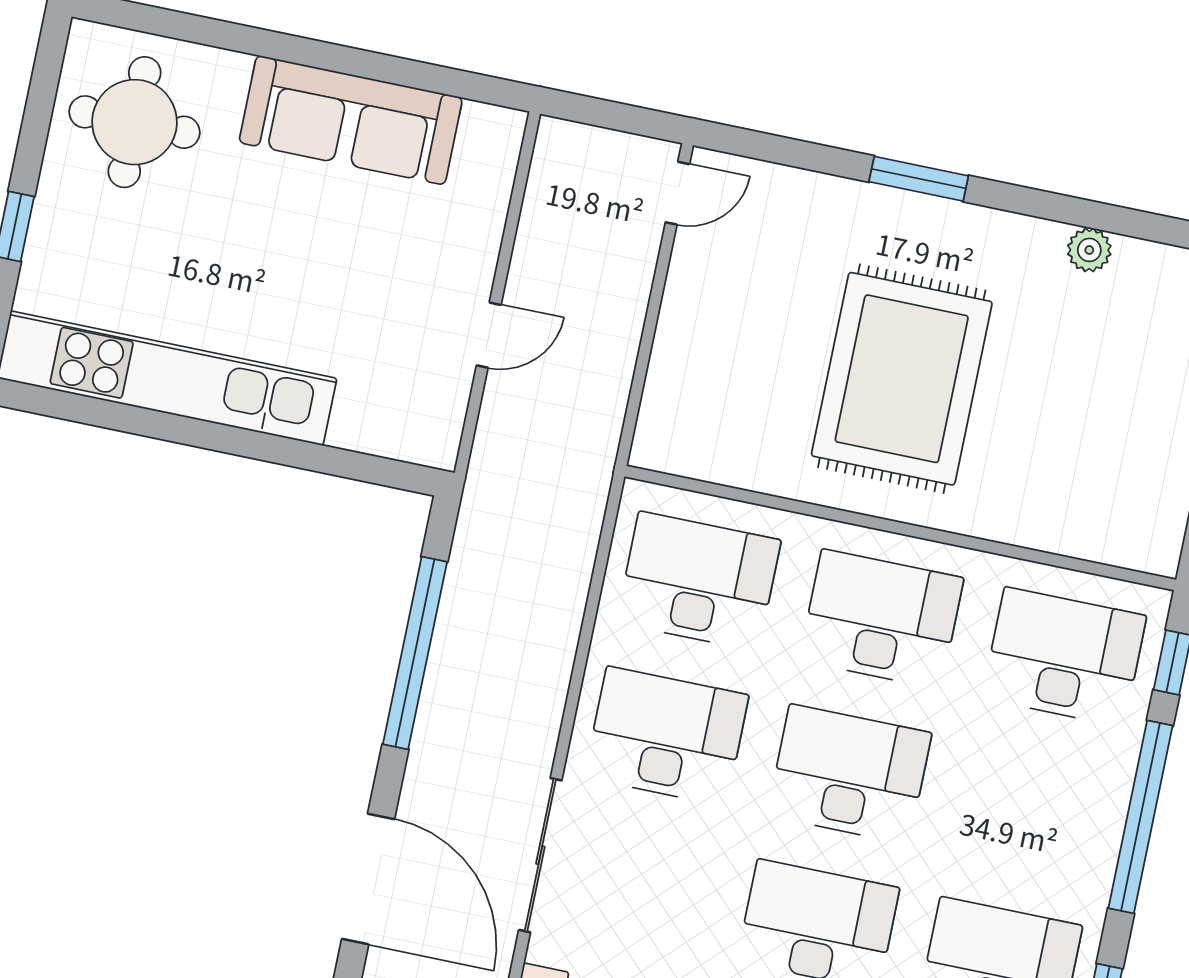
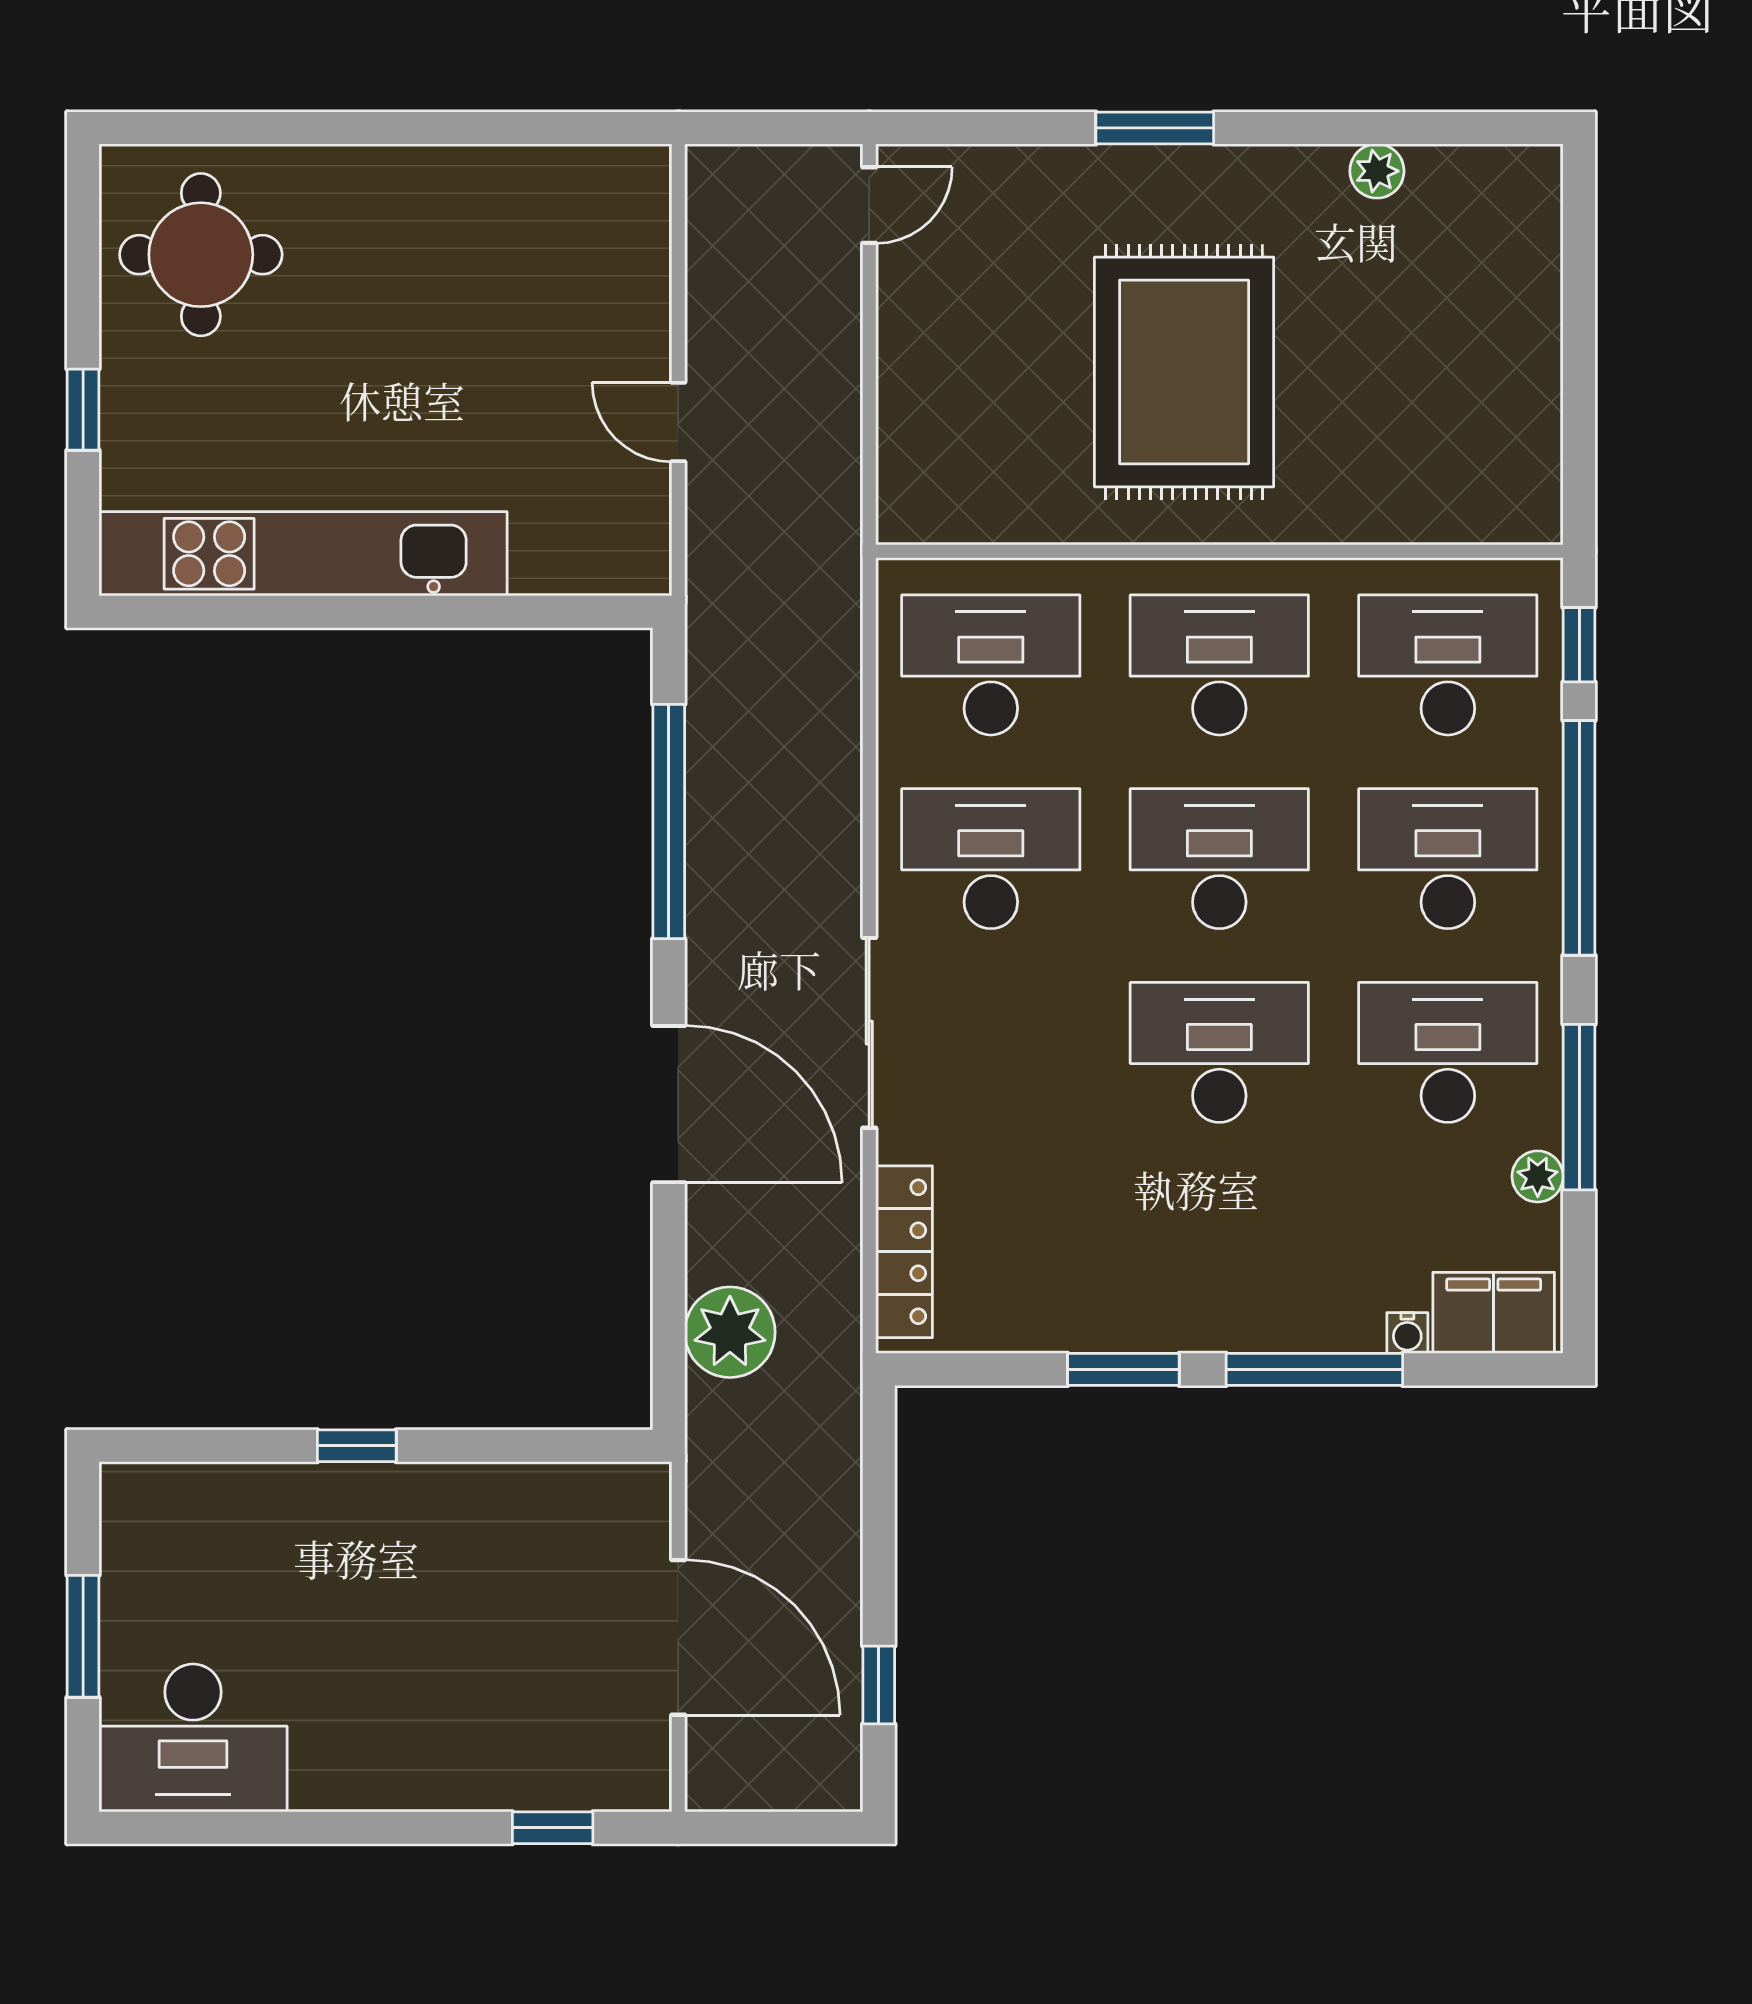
sofa: (351, 120) -> (459, 199), removed
door: (489, 335) -> (678, 422), swing flipped
desk: (1032, 812) -> (1448, 859), added

